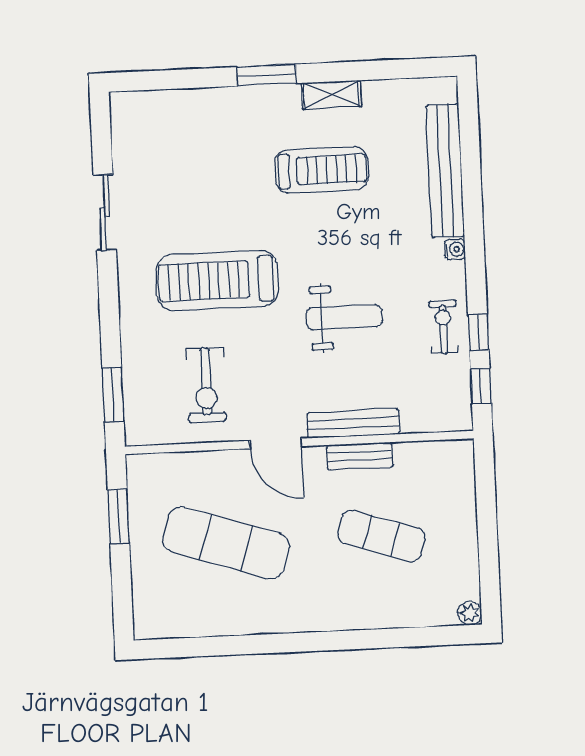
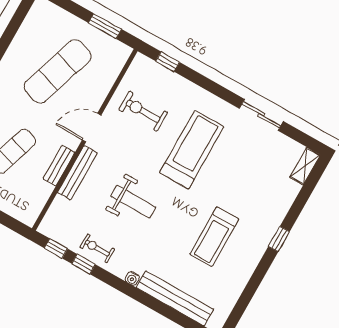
window: (266, 75) -> (279, 239), width x0.67
shelving: (332, 95) -> (305, 166), moved
weight bench: (344, 317) -> (133, 202), turned -90
exercise bike: (443, 327) -> (97, 248), turned 180
window: (113, 394) -> (168, 62), width x0.67

